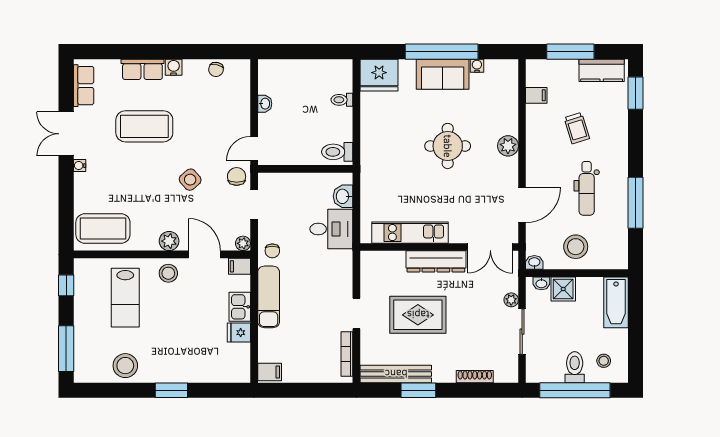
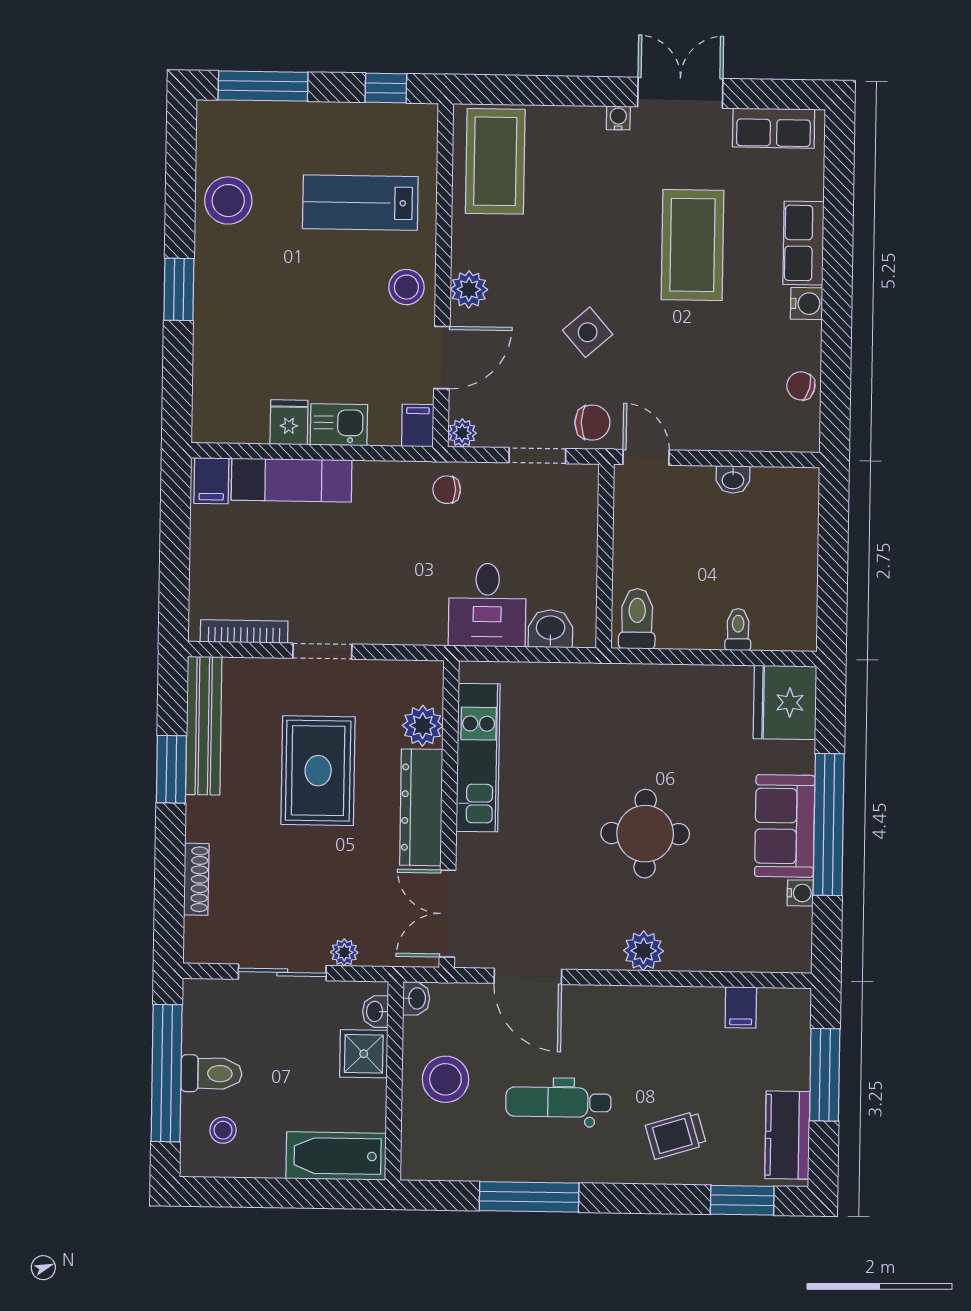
trolley: (577, 128) -> (676, 1135), moved
plant: (394, 261) -> (423, 726), added
exam couch: (269, 297) -> (292, 480), moved

